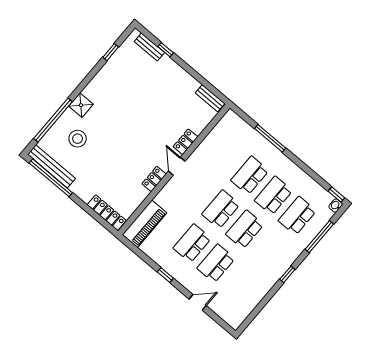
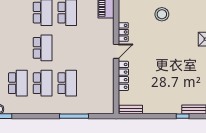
stool: (78, 139) -> (162, 14), moved
locker: (186, 142) -> (123, 76), width x1.53
door: (177, 166) -> (116, 51), hinge flipped
school desk: (221, 209) -> (67, 48), removed

